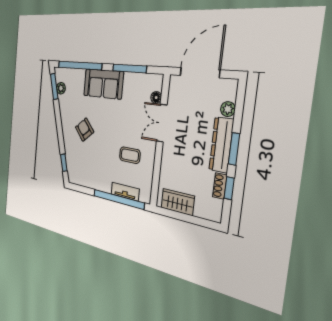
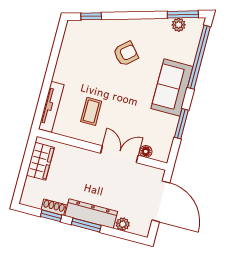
window: (129, 68) -> (181, 124), width x0.69
tv unit: (125, 192) -> (51, 107), width x1.41
window: (118, 199) -> (45, 90), removed

